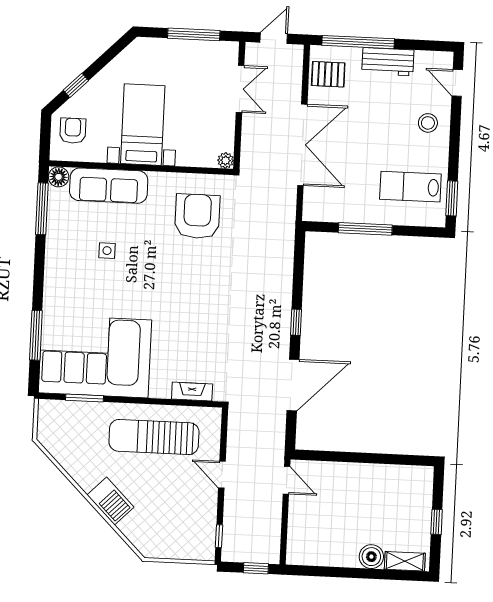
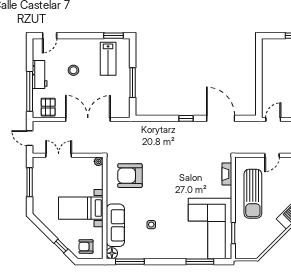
stool: (428, 123) -> (73, 70), moved

